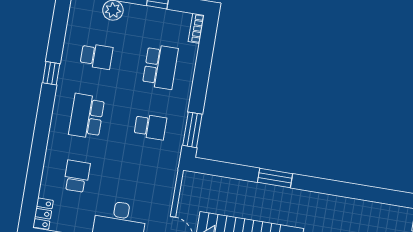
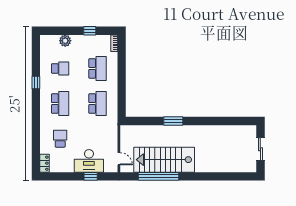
school desk: (87, 116) -> (60, 104), turned 180
school desk: (150, 127) -> (97, 104), width x1.85
window: (192, 130) -> (122, 101), removed

